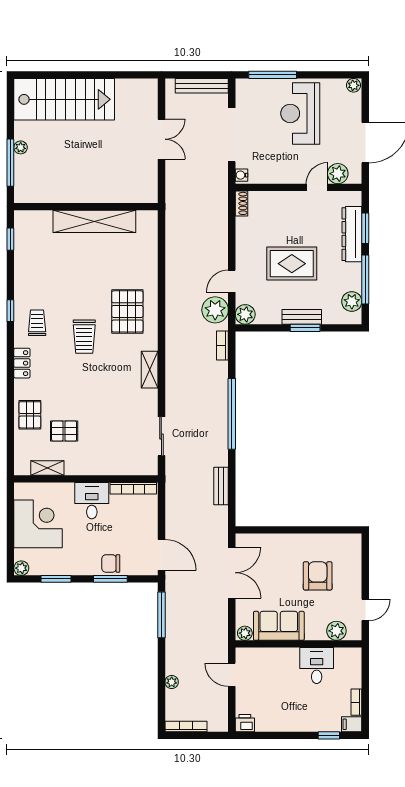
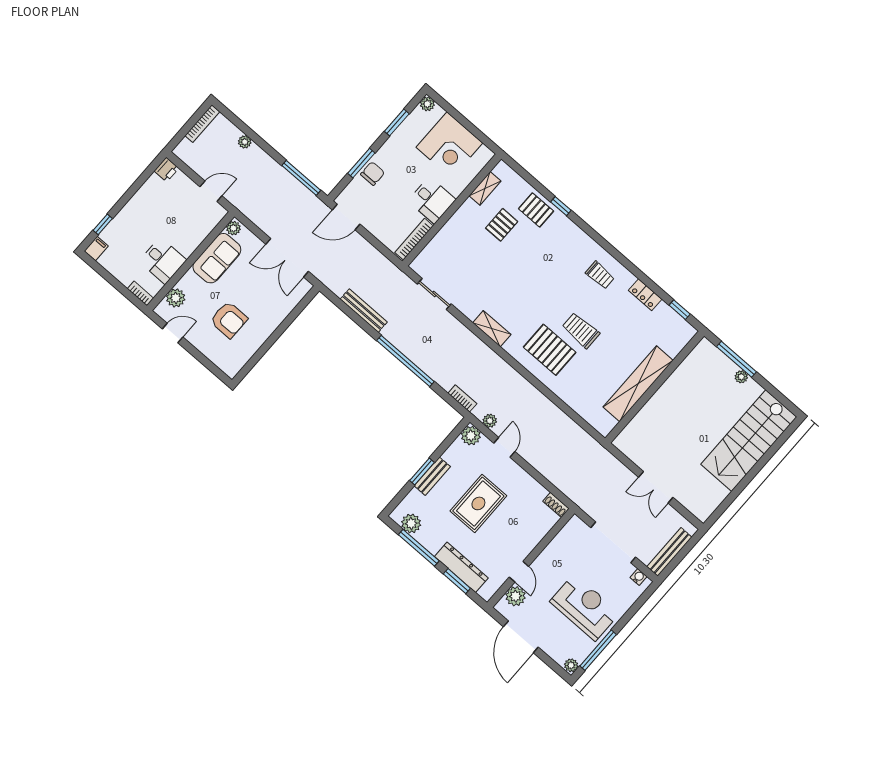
window: (273, 75) -> (598, 650), moved
water cooler: (241, 175) -> (638, 577), moved
plant: (215, 310) -> (490, 421), width x0.53, depth x0.53
window: (10, 311) -> (561, 206), moved
trolley: (84, 337) -> (581, 330), moved
locker: (22, 363) -> (645, 295), moved
bench: (221, 486) -> (364, 311), width x1.36
door: (365, 610) -> (173, 333), swing flipped
bookcase: (356, 702) -> (140, 293), moved

